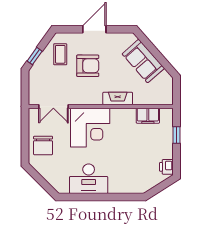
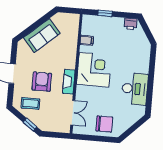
fireplace: (118, 98) -> (69, 82), moved
filing cabinet: (148, 116) -> (87, 40), width x0.50
corner desk: (90, 128) -> (94, 70), moved

